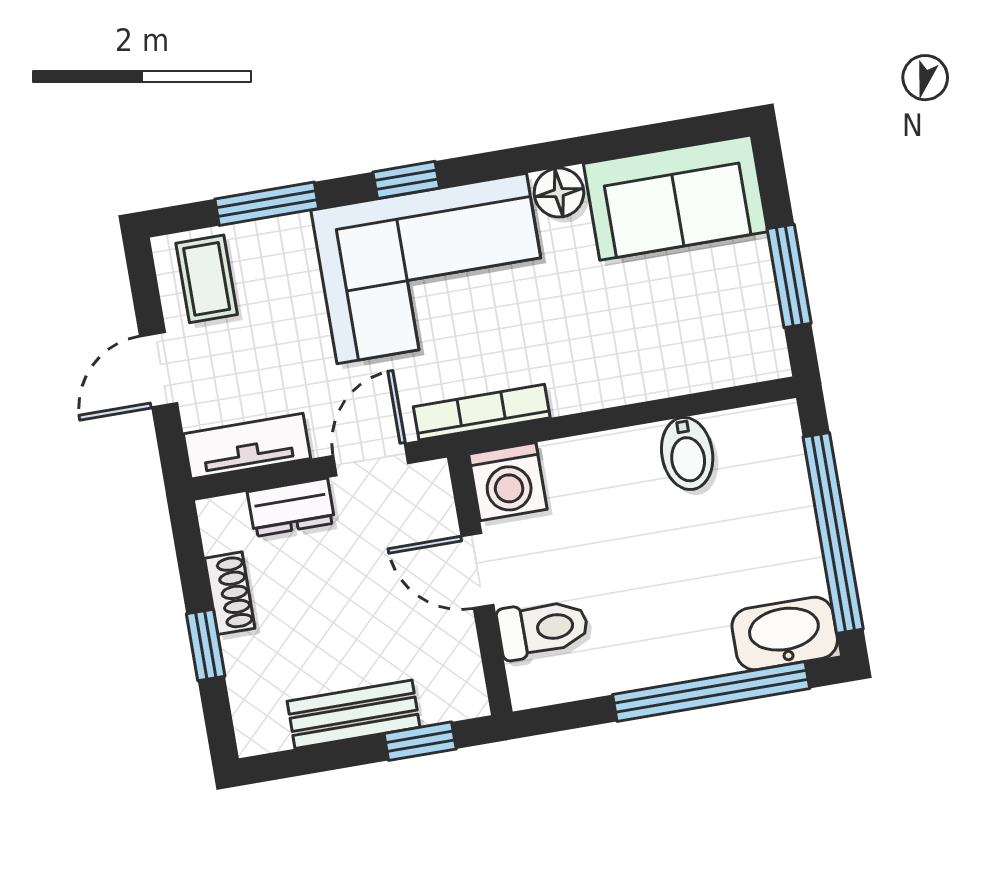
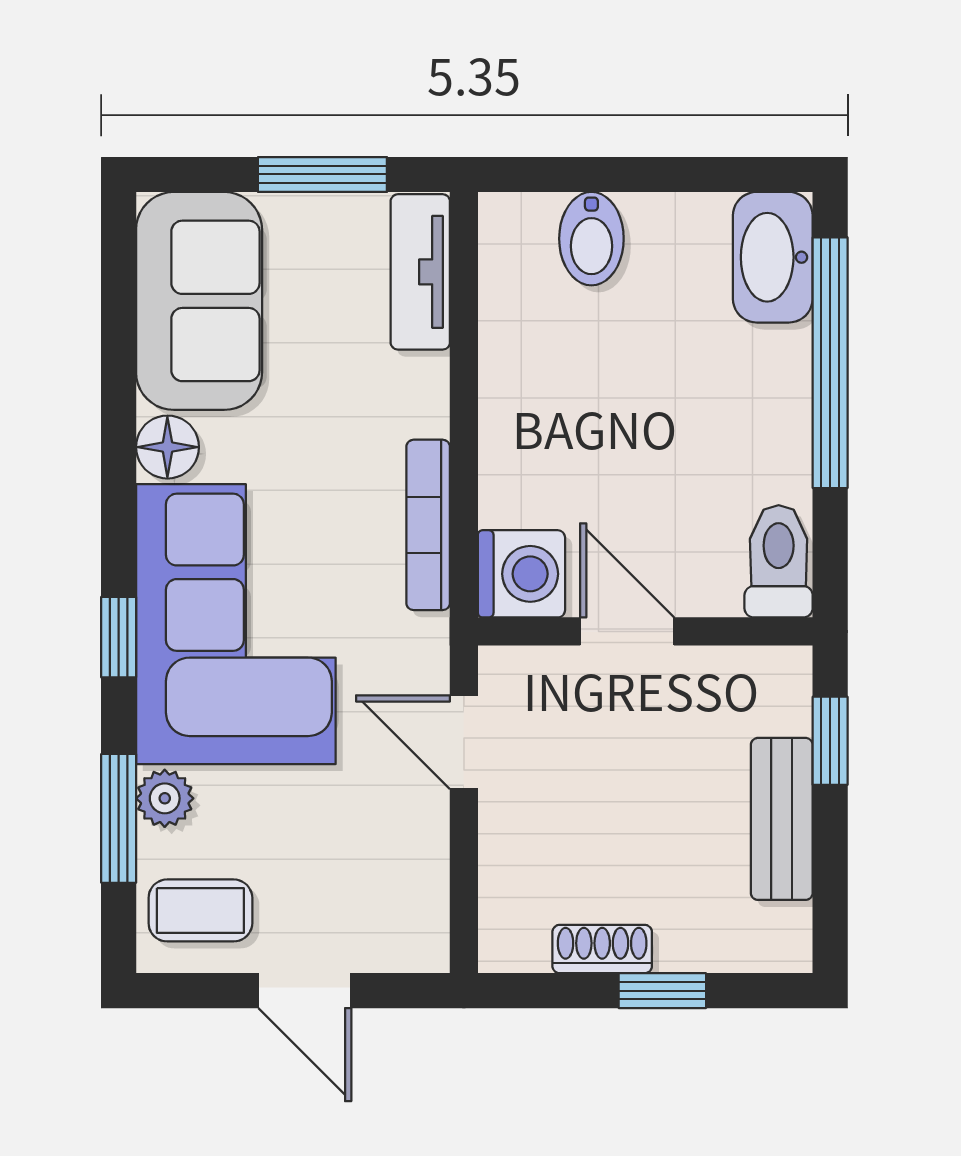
plant: (288, 237) -> (165, 798), added
bookcase: (482, 412) -> (428, 525), moved
tv unit: (247, 446) -> (420, 272), moved
bidet: (687, 453) -> (591, 239), moved, turned 90
dresser: (291, 507) -> (507, 853), removed
window: (833, 533) -> (656, 174), removed
door: (478, 571) -> (627, 631), swing flipped
toilet: (543, 629) -> (779, 561), moved

